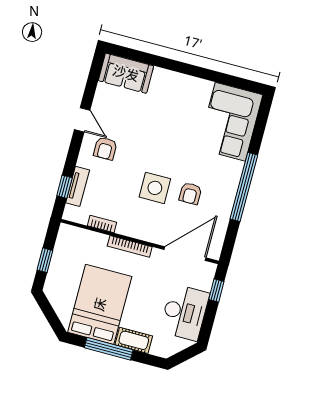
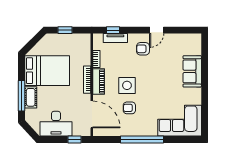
sofa: (126, 73) -> (192, 71), moved
piano: (137, 230) -> (99, 81), added
window: (109, 349) -> (22, 96), moved

